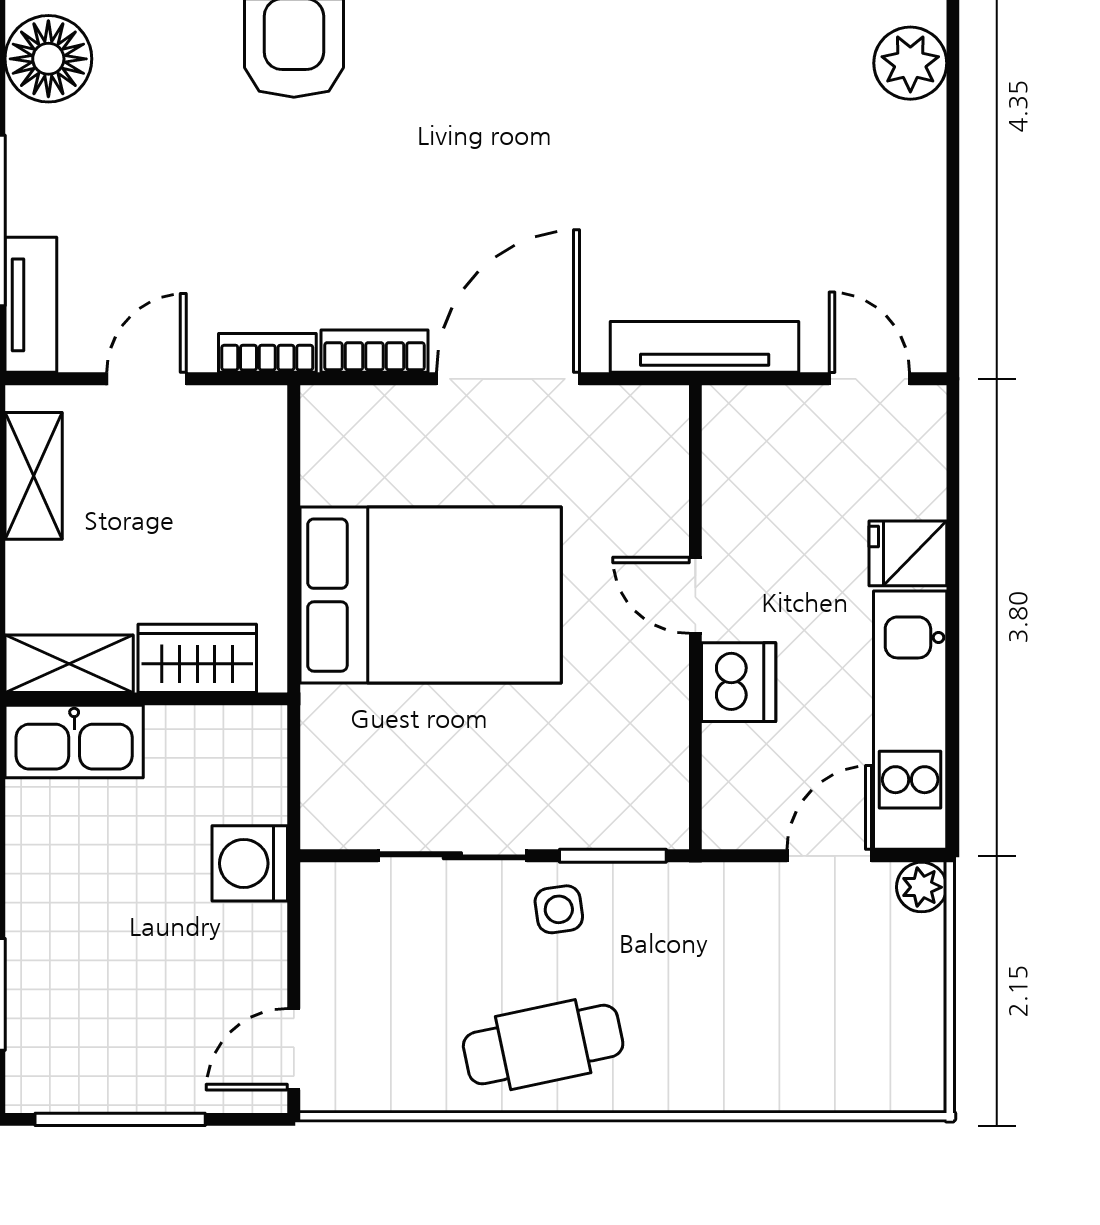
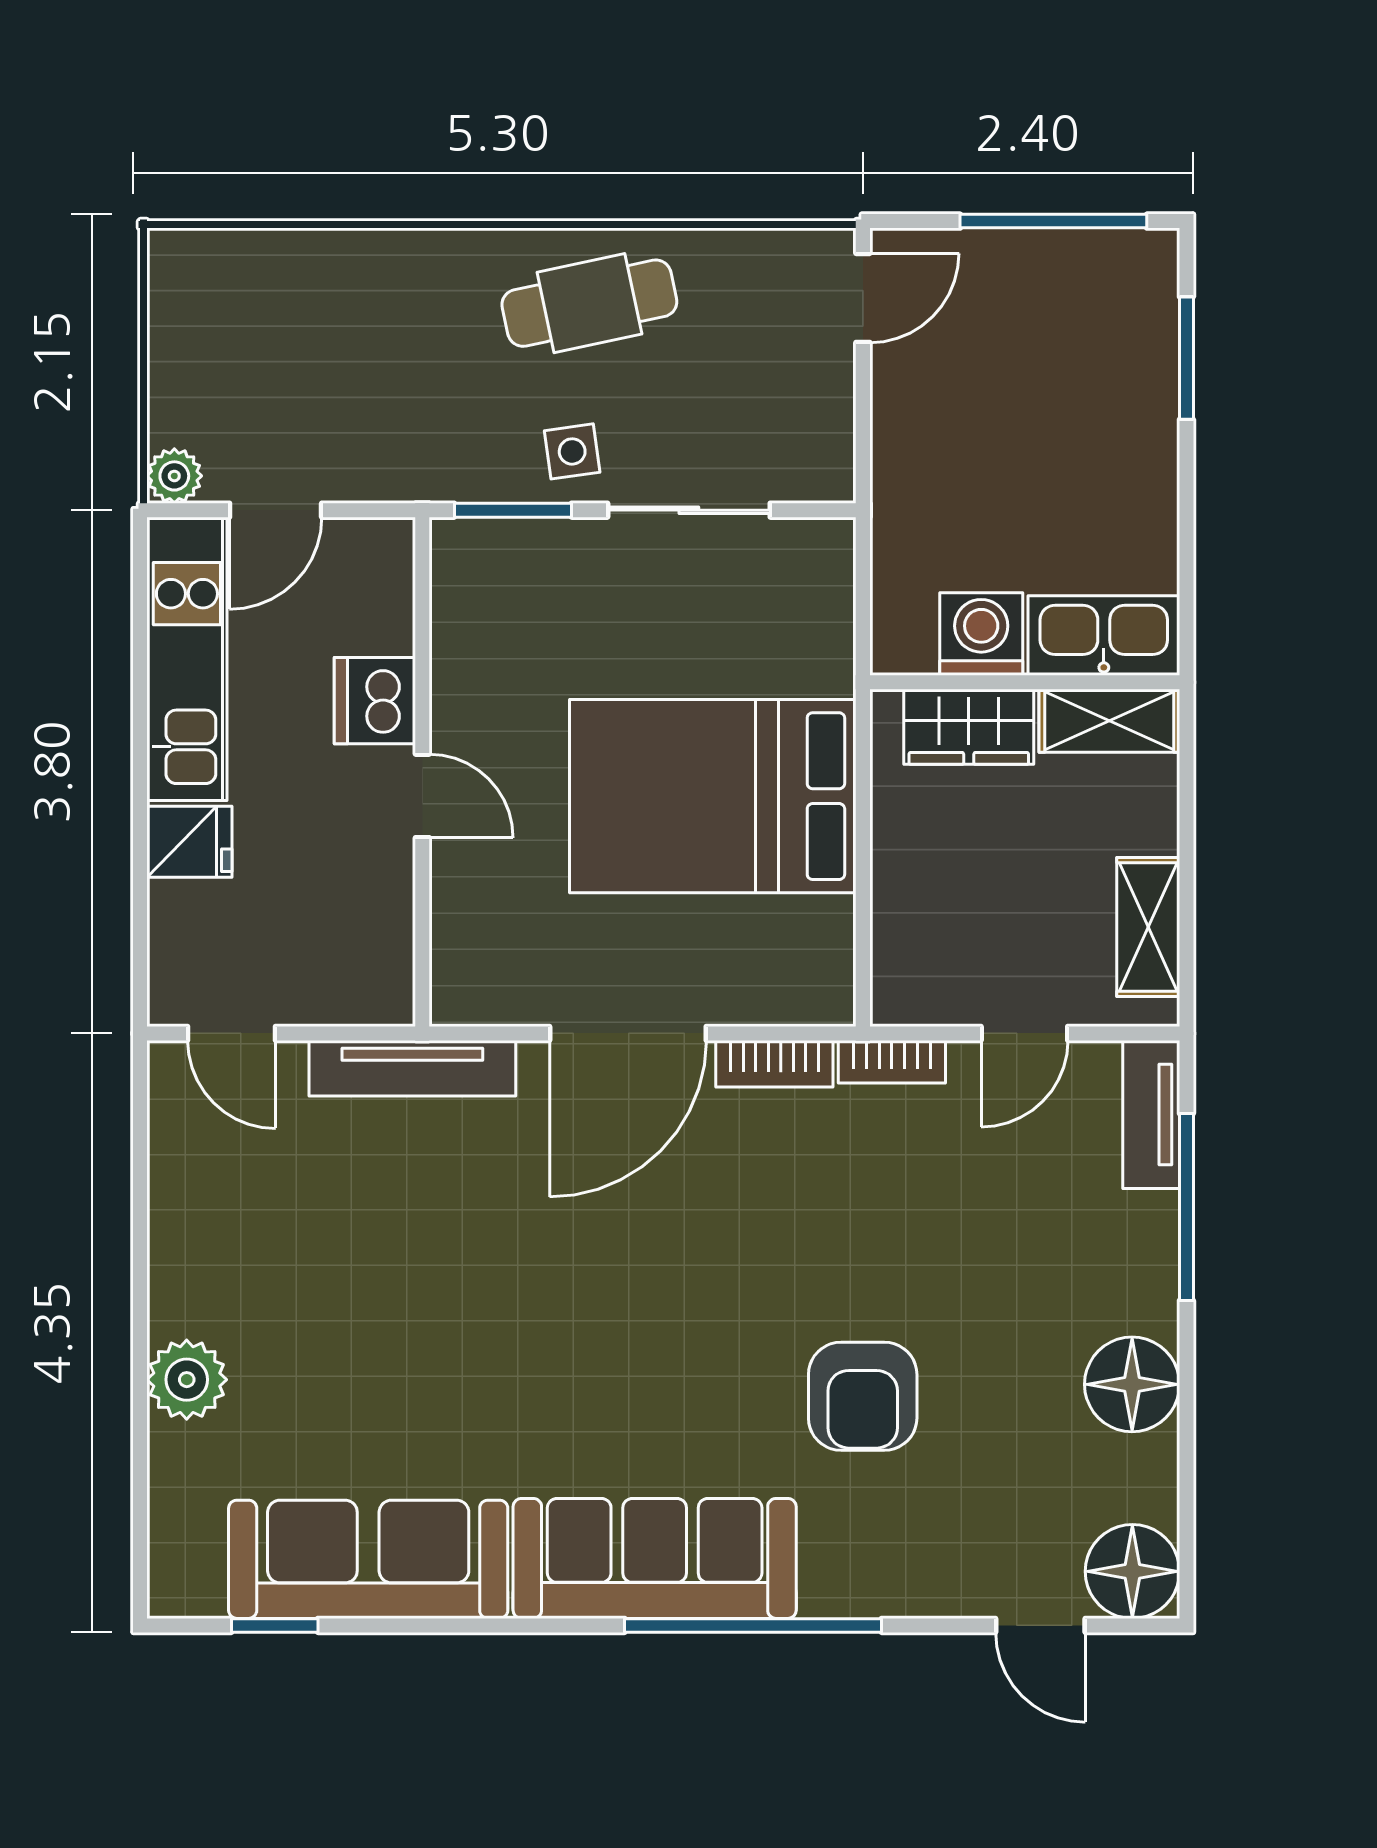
washing machine: (250, 863) -> (981, 634), moved, turned -90

